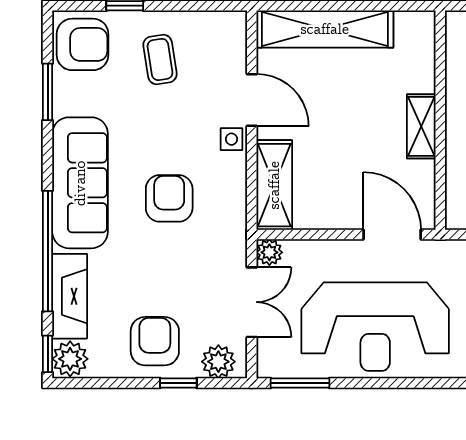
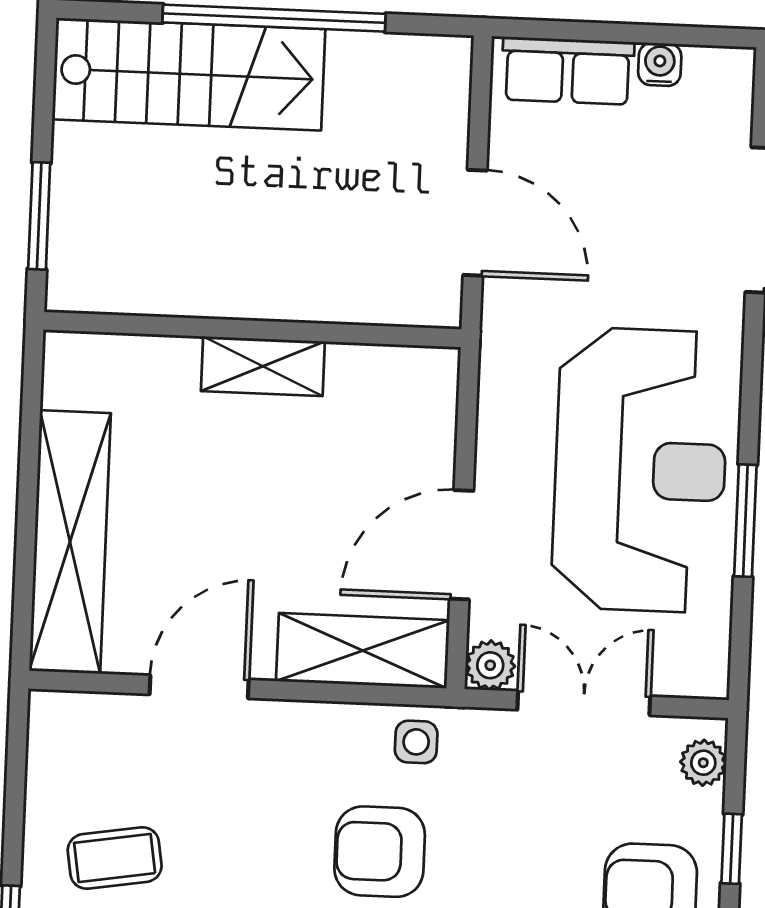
side table: (231, 139) -> (416, 742), moved
door: (392, 235) -> (461, 545), moved
plant: (218, 362) -> (703, 763), width x0.73, depth x0.73
window: (300, 383) -> (745, 521), moved

